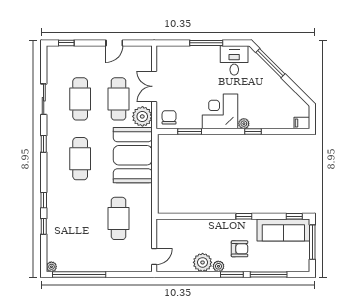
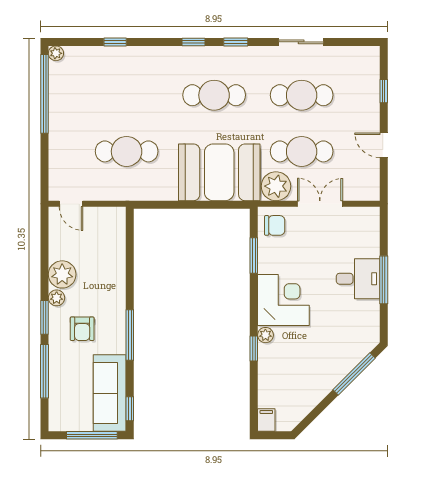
window: (66, 43) -> (384, 91), moved
desk: (234, 60) -> (358, 279), moved
window: (44, 200) -> (193, 42), moved
window: (244, 216) -> (130, 335), width x2.17

